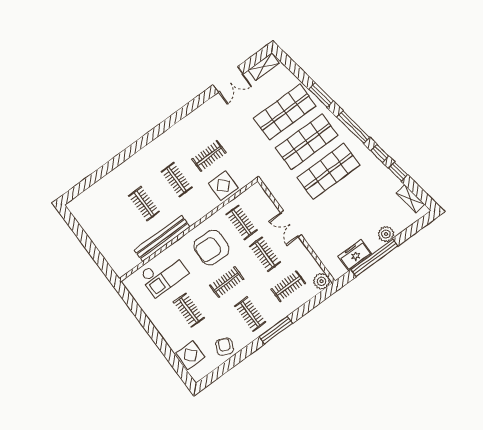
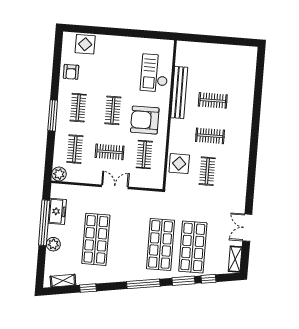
window: (380, 153) -> (208, 279), moved
shop shelf: (328, 171) -> (96, 239), moved
clothes rail: (241, 222) -> (144, 155), turned 90
armchair: (211, 248) -> (145, 120), turned -92
clothes rail: (189, 310) -> (116, 69), removed
clothes rail: (250, 314) -> (78, 108), turned 90
armchair: (225, 347) -> (71, 72), turned 65

